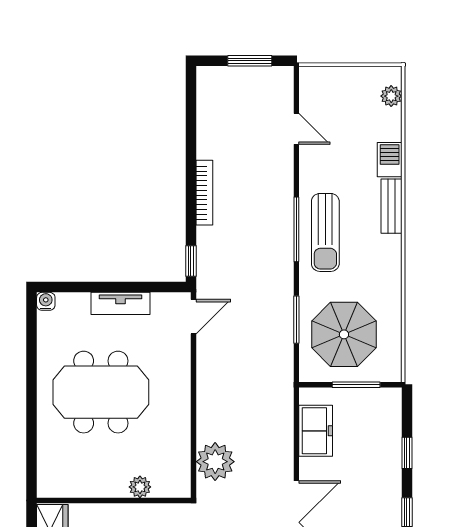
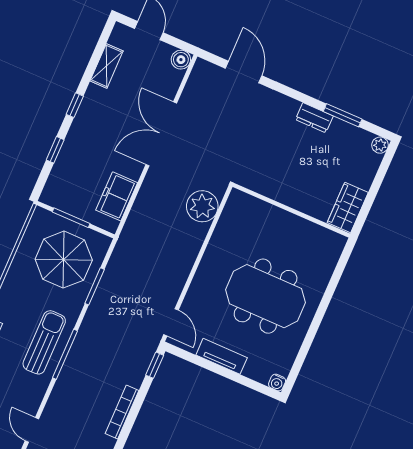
door: (194, 317) -> (171, 322), swing flipped
plant: (140, 487) -> (267, 212), removed

